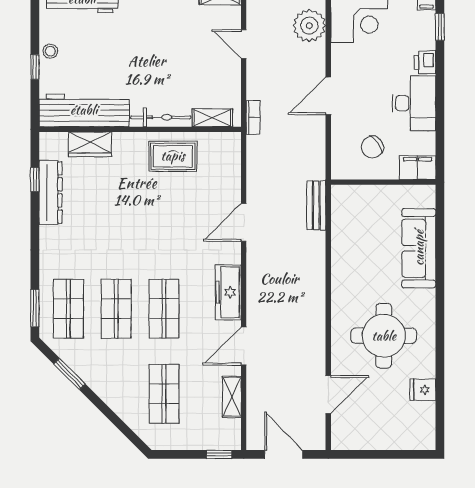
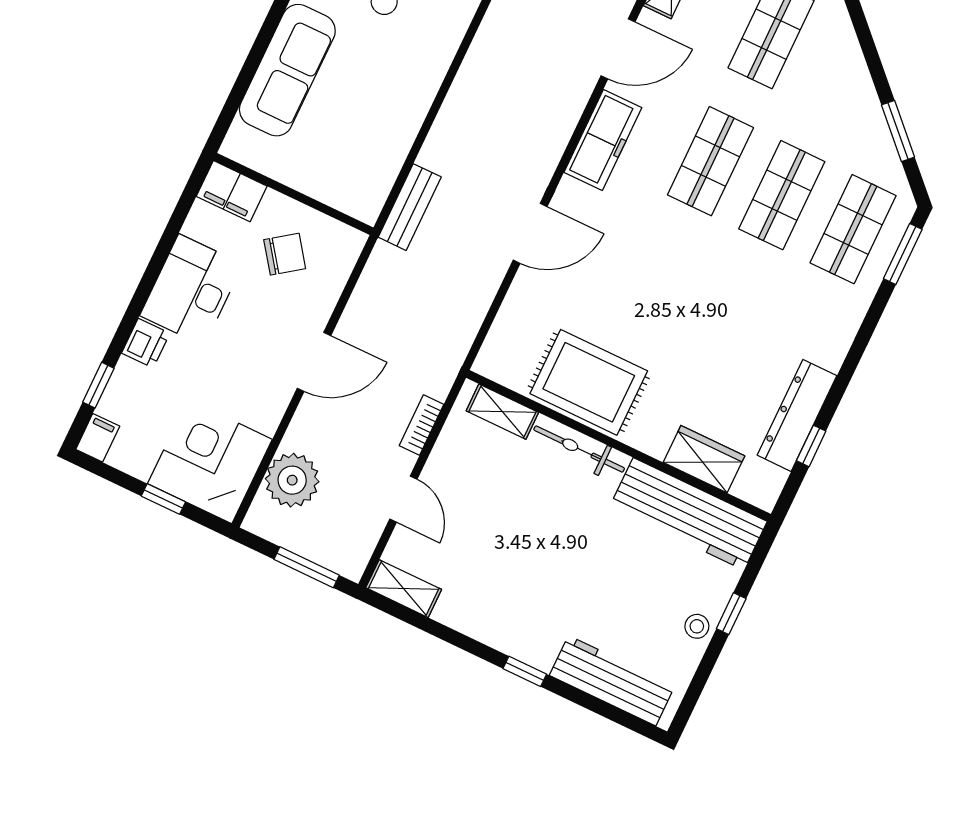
bookcase: (253, 117) -> (421, 425), moved
rug: (173, 156) -> (589, 382), width x1.36, depth x1.43

